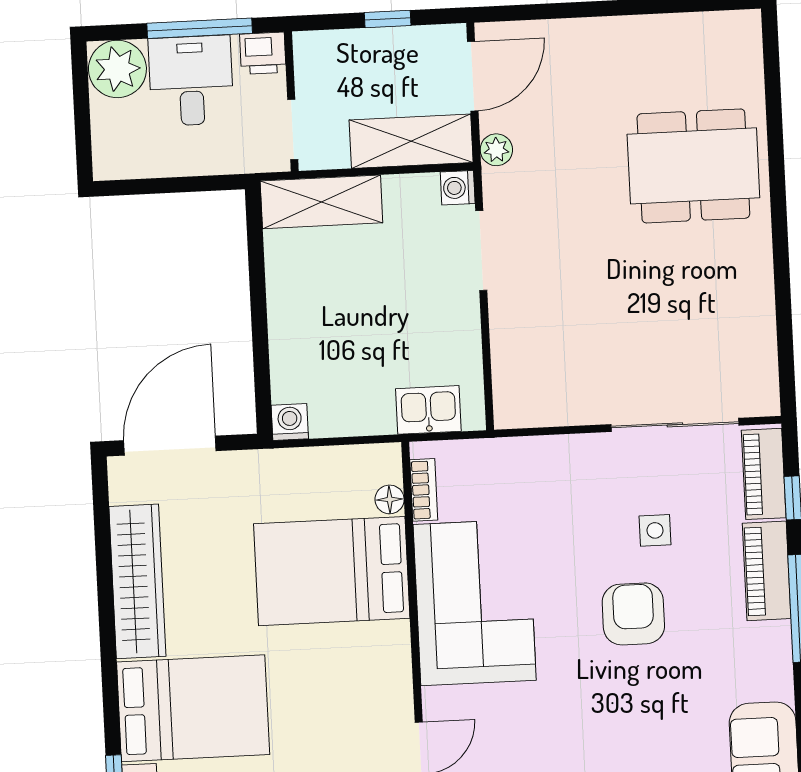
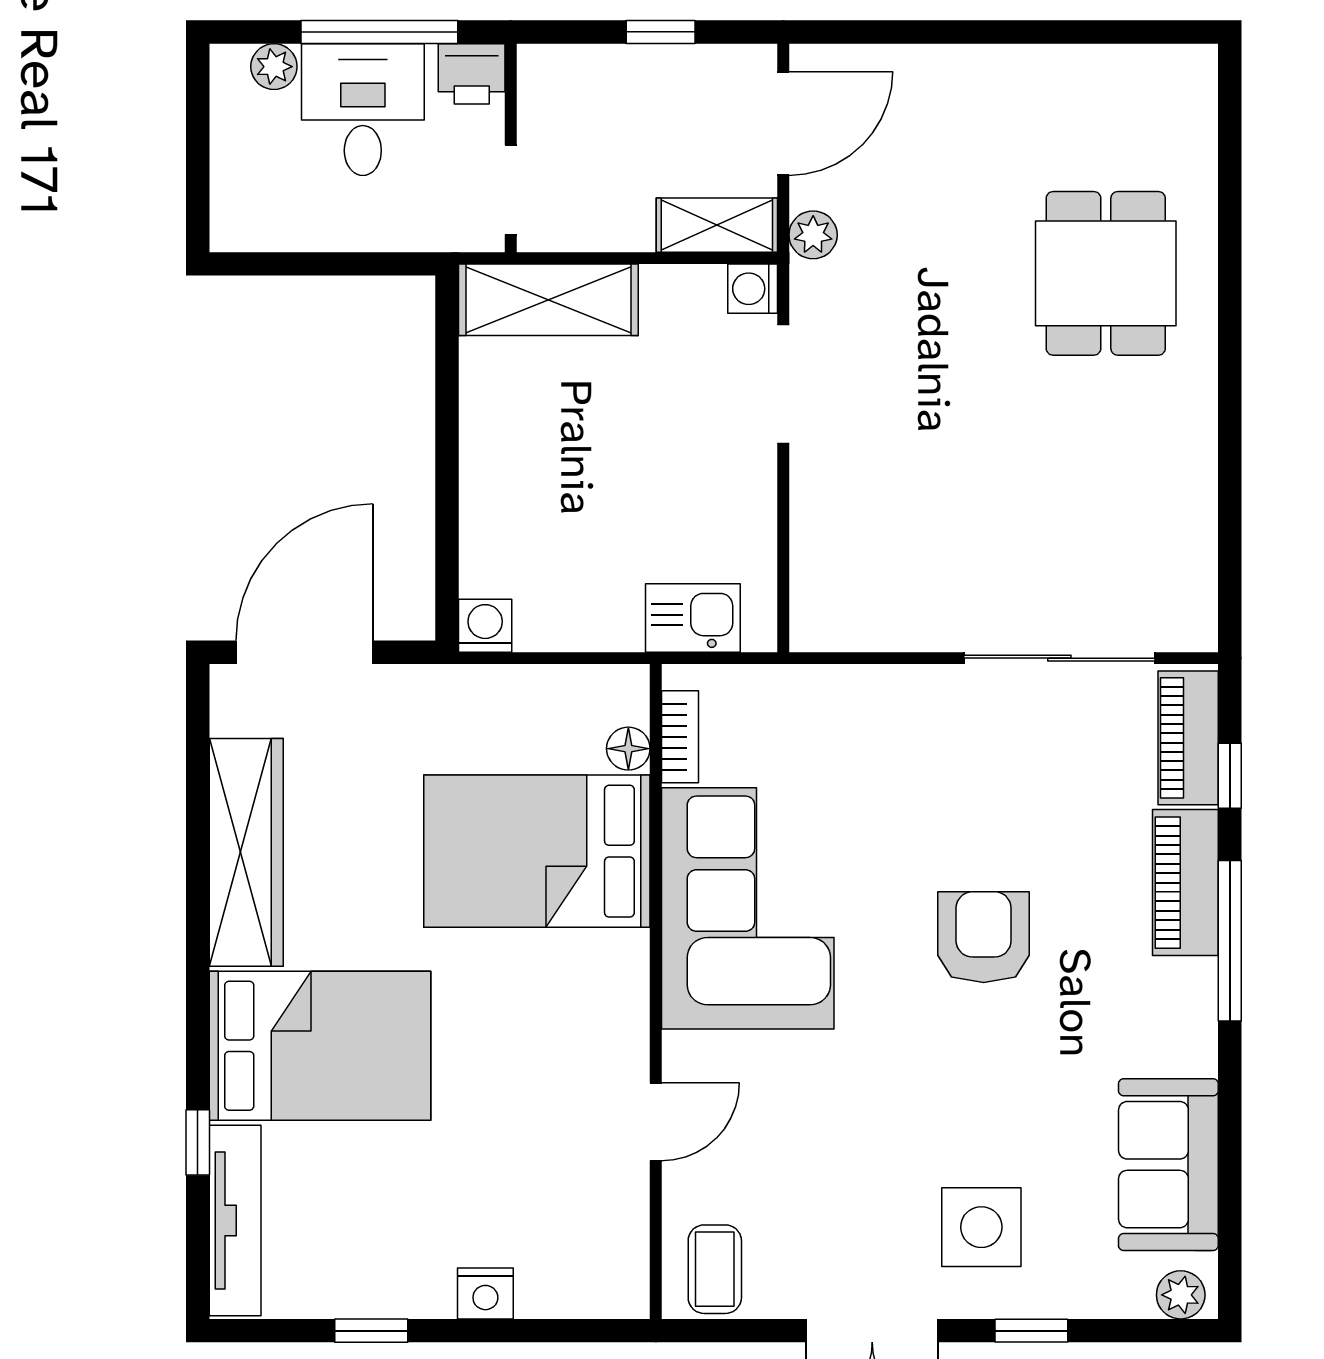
plant: (117, 69) -> (274, 67), width x0.53, depth x0.53
shelving: (411, 141) -> (717, 225), width x0.67, depth x0.75
dining table: (693, 166) -> (1106, 273), width x0.73
side table: (655, 530) -> (1022, 814), removed

